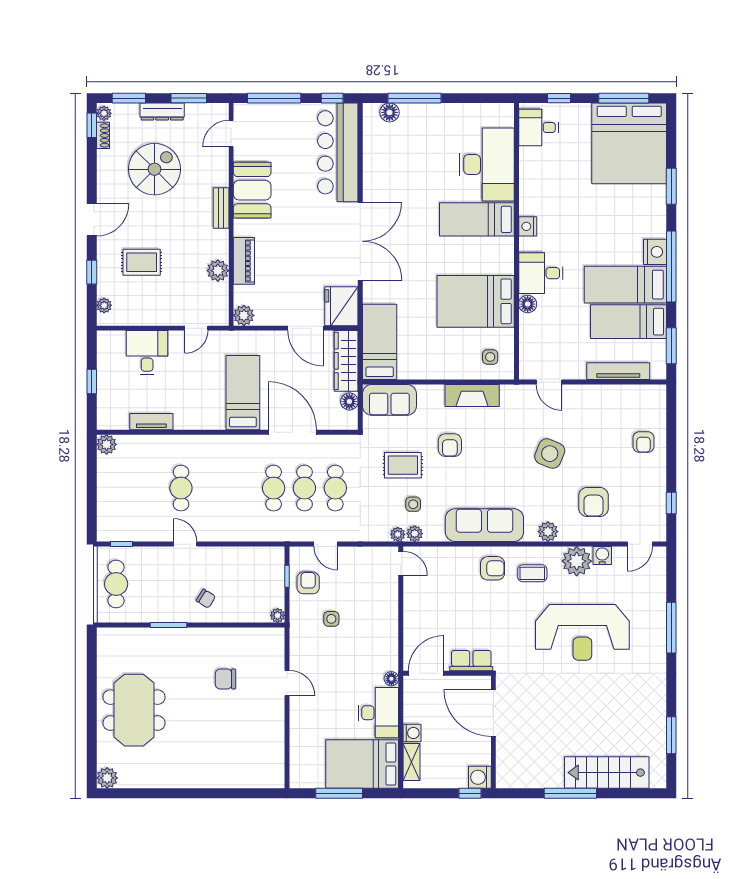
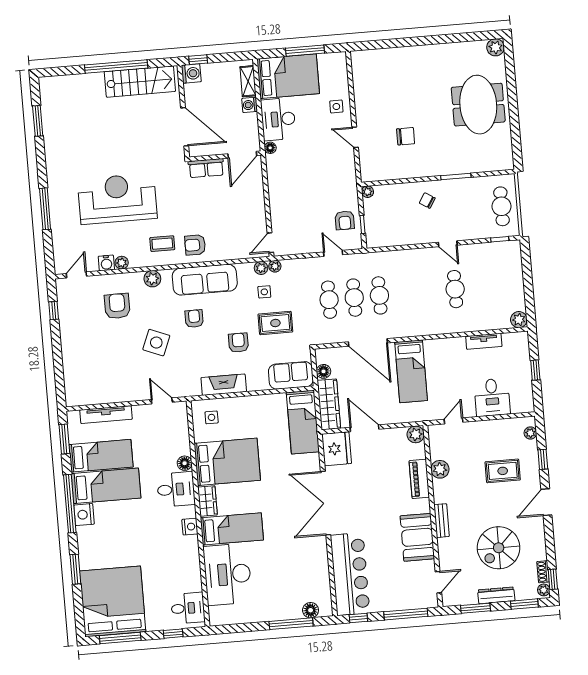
wardrobe: (504, 256) -> (207, 501), added
armchair: (644, 442) -> (194, 319), moved
plant: (577, 561) -> (122, 263), width x0.53, depth x0.53
door: (401, 563) -> (270, 243), hinge flipped
side table: (331, 619) -> (336, 106), moved
stairs: (607, 773) -> (140, 82), moved
window: (570, 793) -> (116, 67), width x1.46

